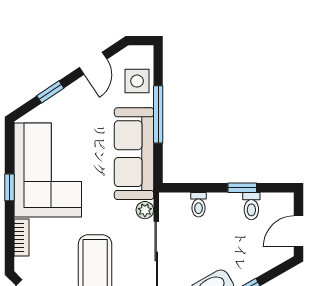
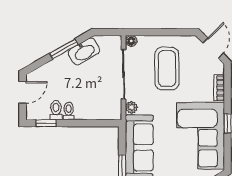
window: (242, 188) -> (46, 123), moved
toilet: (198, 205) -> (69, 111), moved

